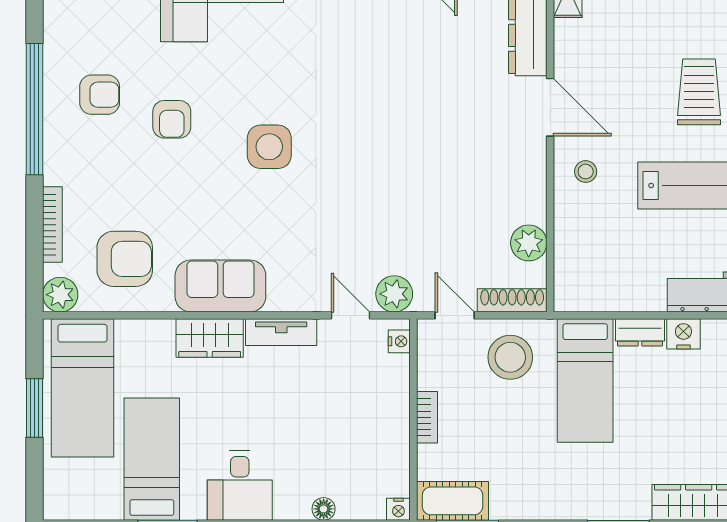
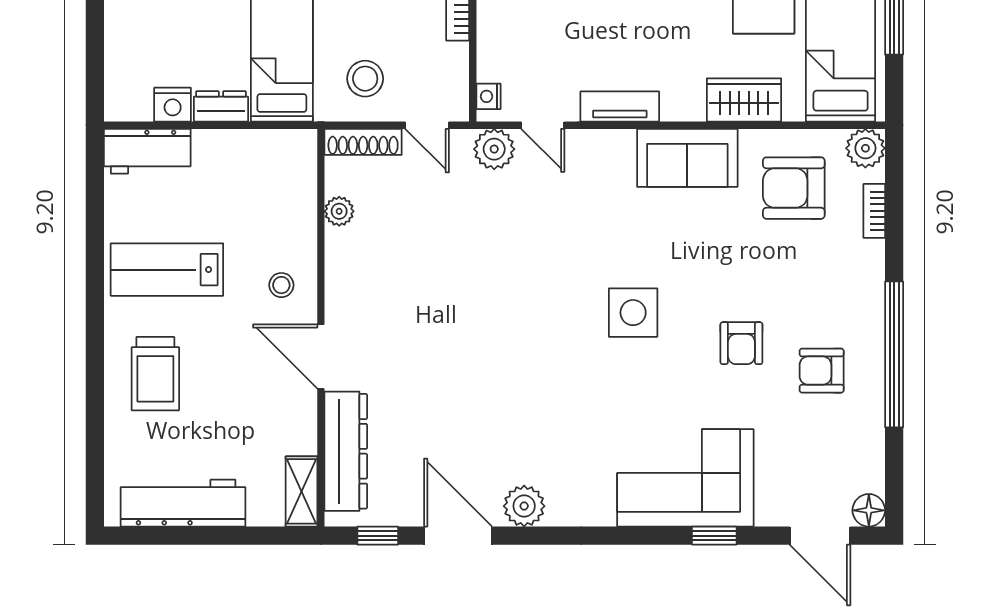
armchair: (172, 119) -> (741, 343), turned 180
bookcase: (52, 225) -> (874, 211), width x0.64
plant: (529, 243) -> (339, 211), width x0.73, depth x0.73
wardrobe: (210, 338) -> (744, 100), moved
stool: (510, 357) -> (365, 79), width x0.73, depth x0.73

